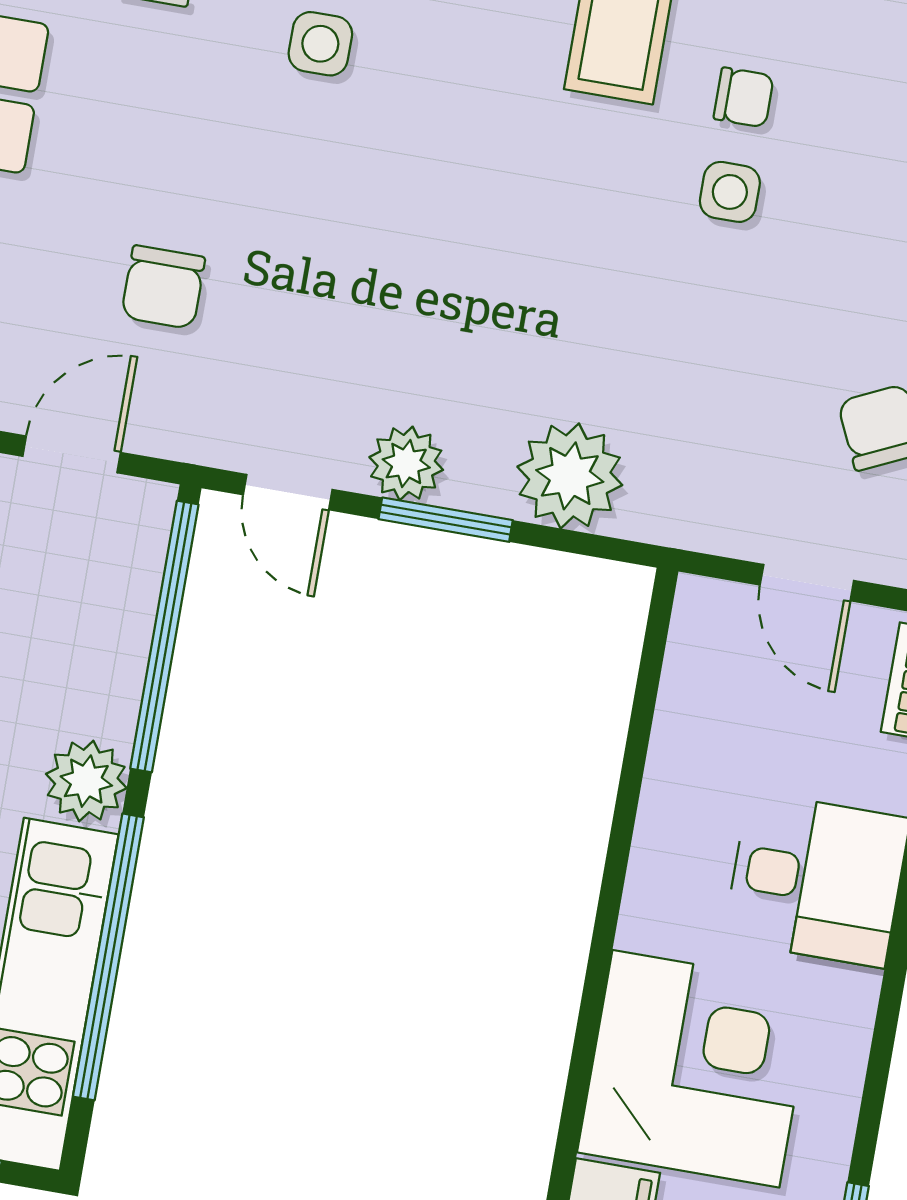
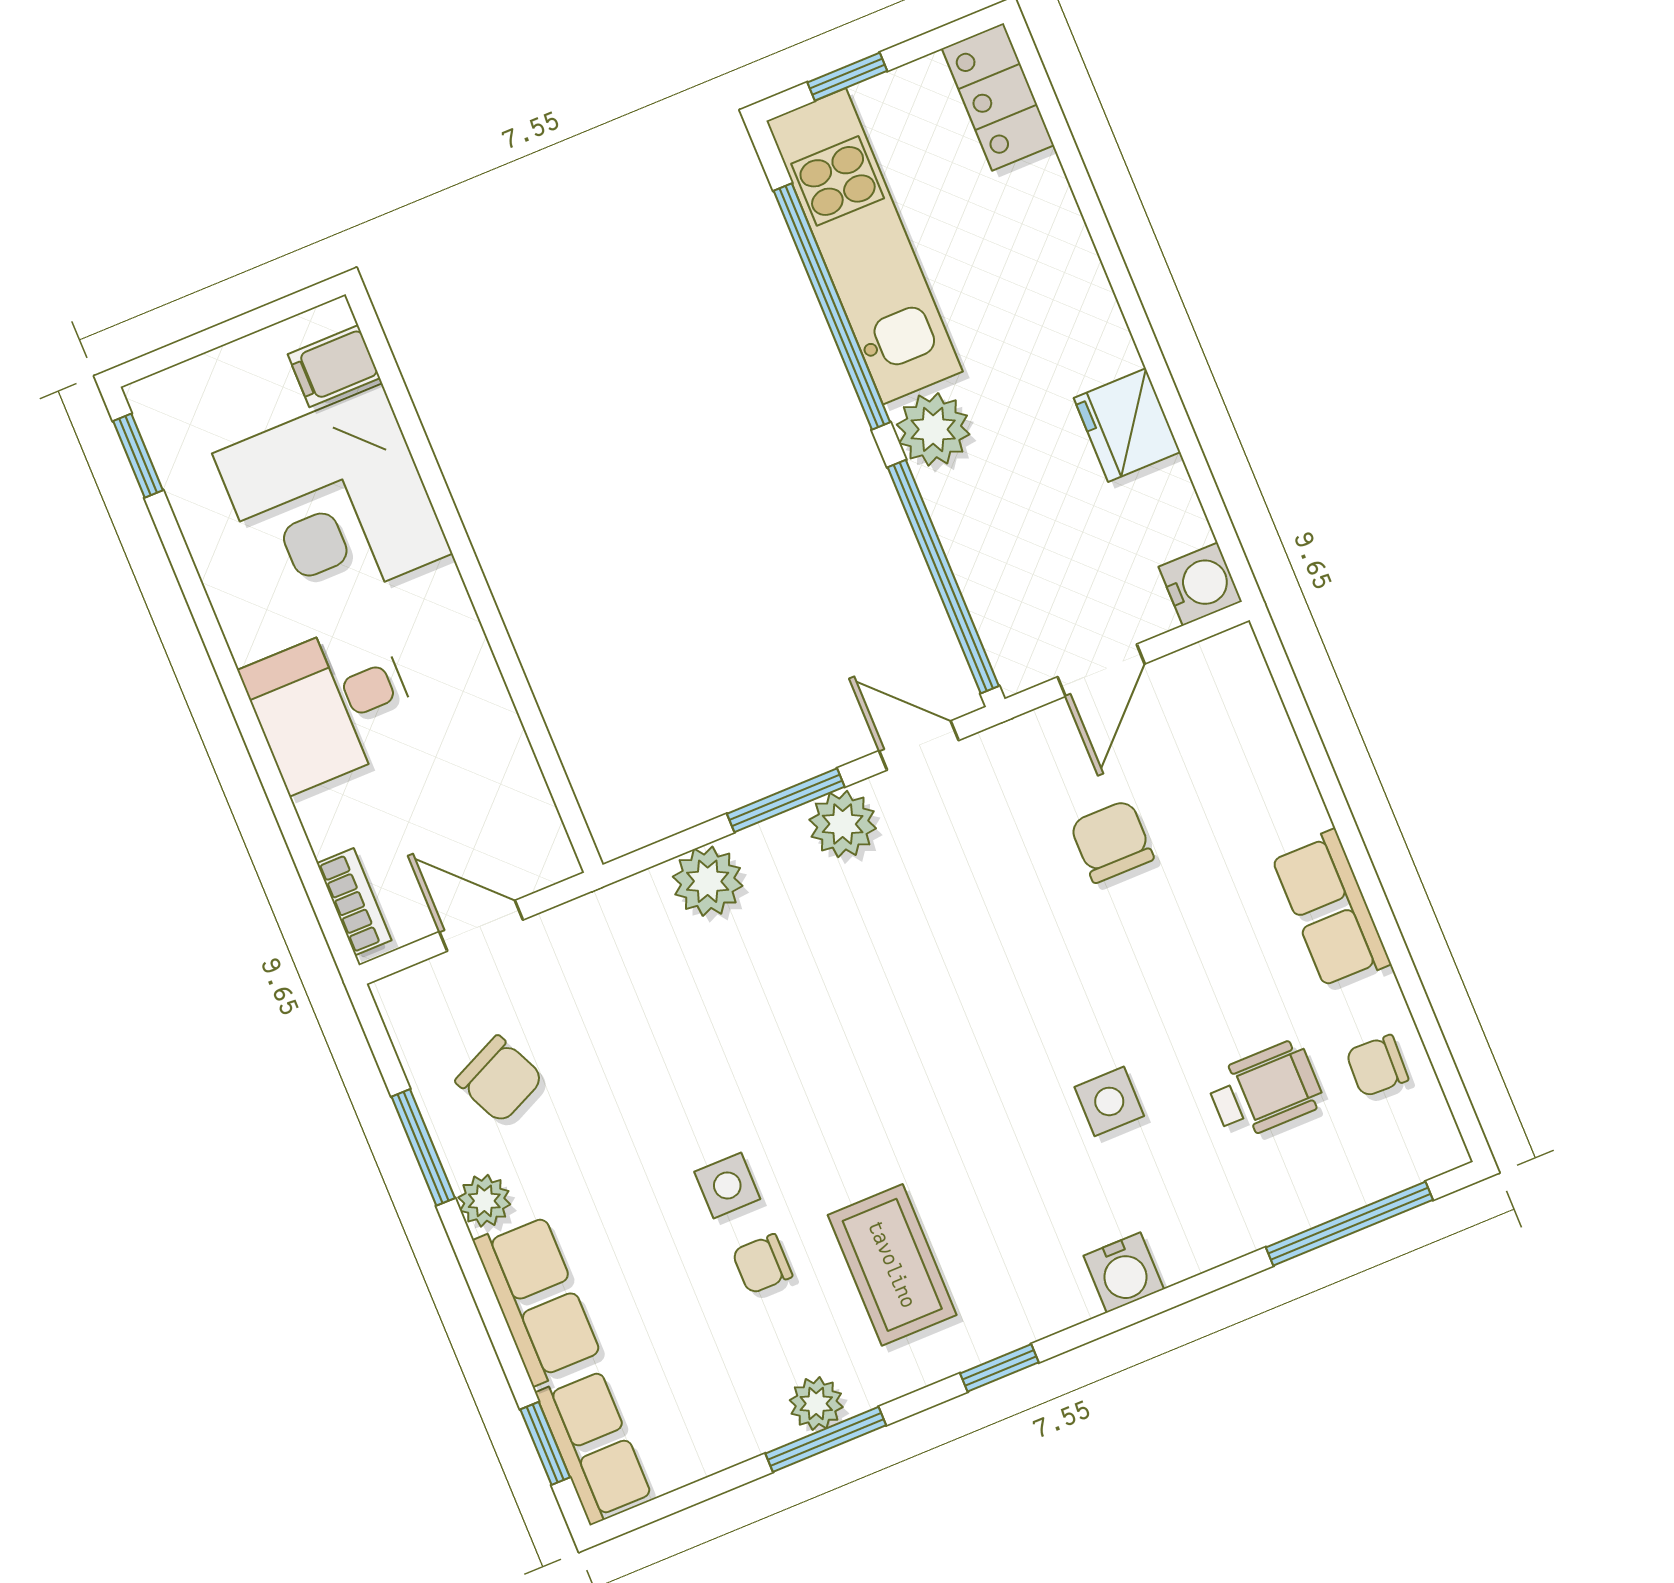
plant: (570, 476) -> (708, 881), width x0.73, depth x0.73

